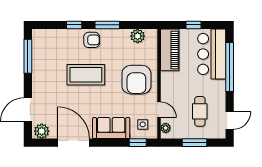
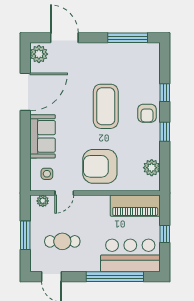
window: (107, 25) -> (165, 132), width x0.67
window: (138, 143) -> (25, 168), removed

